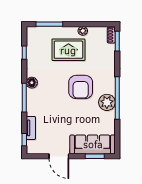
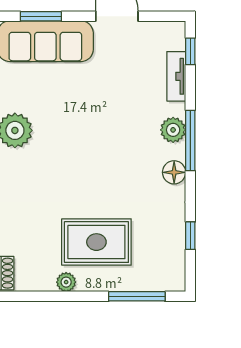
armchair: (81, 87) -> (71, 163), removed
plant: (32, 103) -> (173, 130), added

